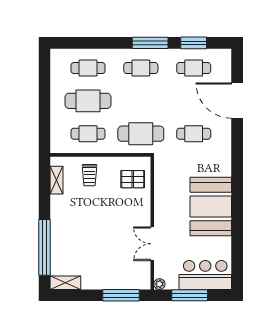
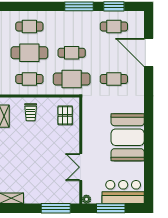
cafe table: (141, 68) -> (72, 53), moved
pallet: (133, 179) -> (65, 115), turned 90

